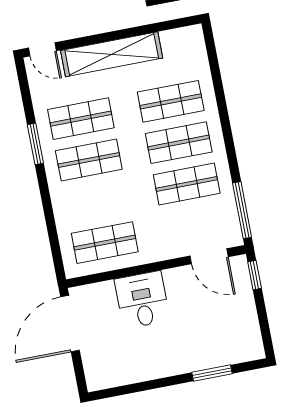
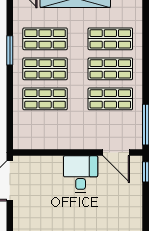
shop shelf: (105, 243) -> (45, 99), moved
desk: (142, 300) -> (81, 174), moved

